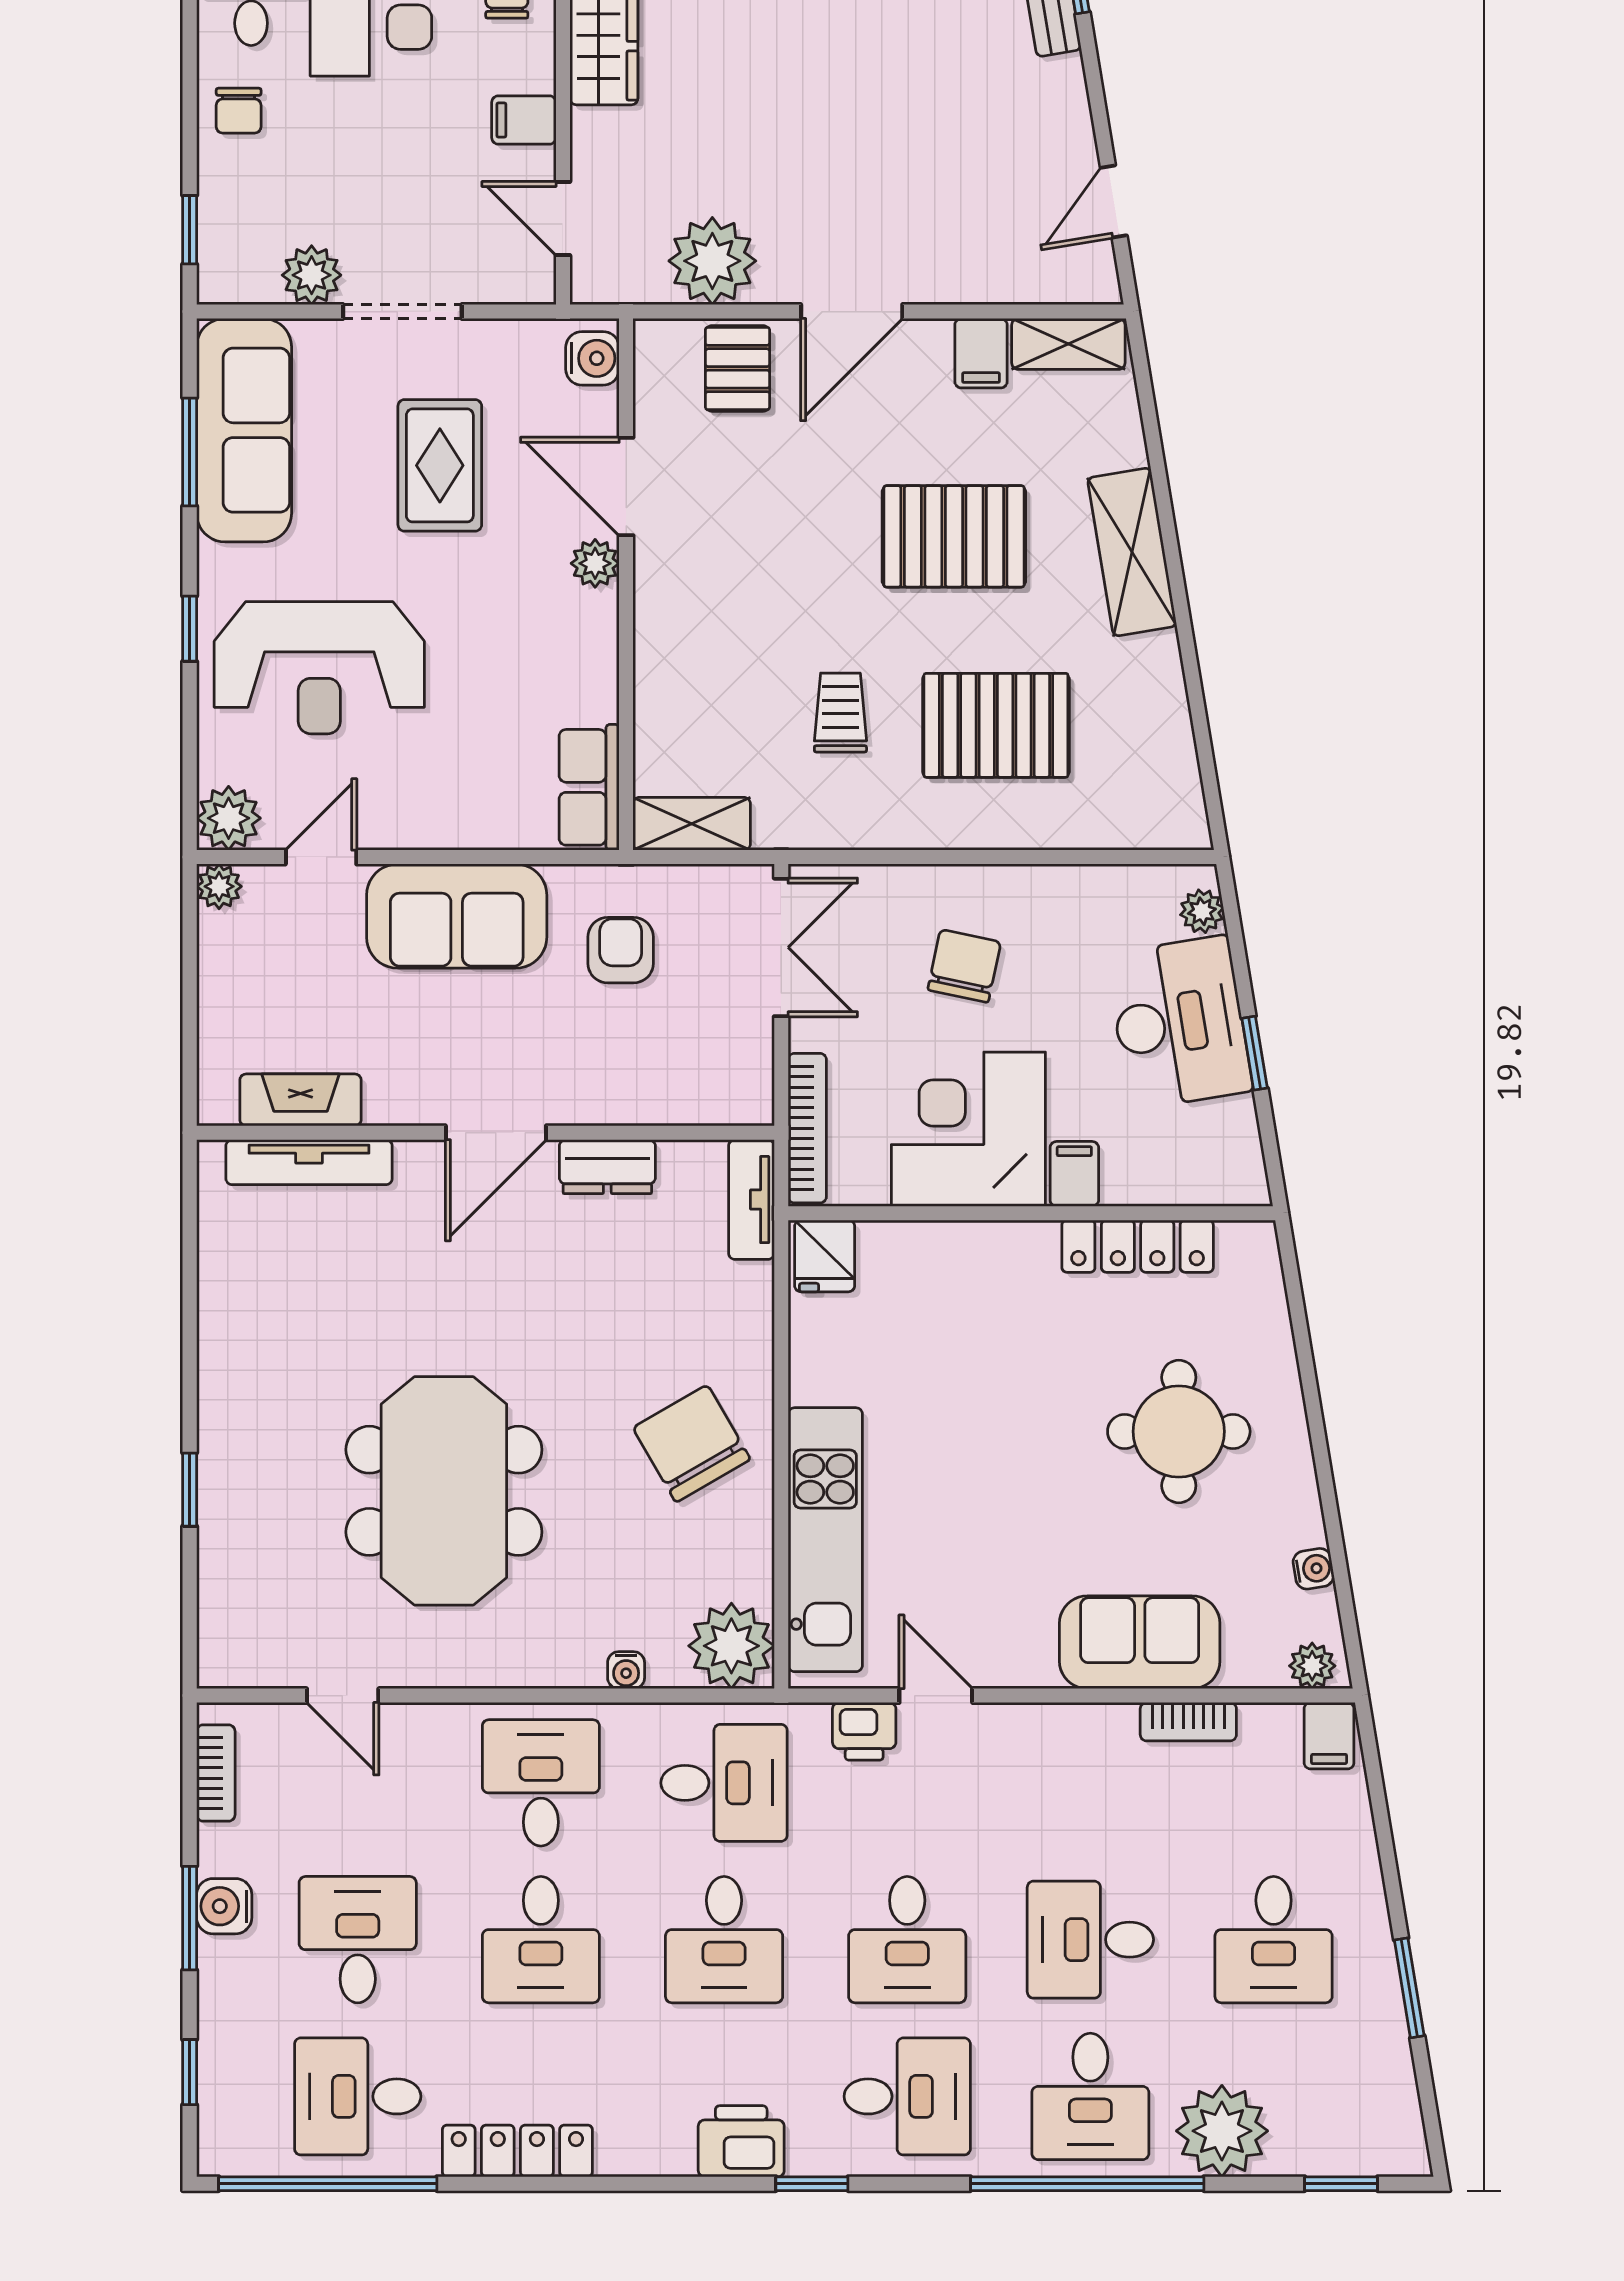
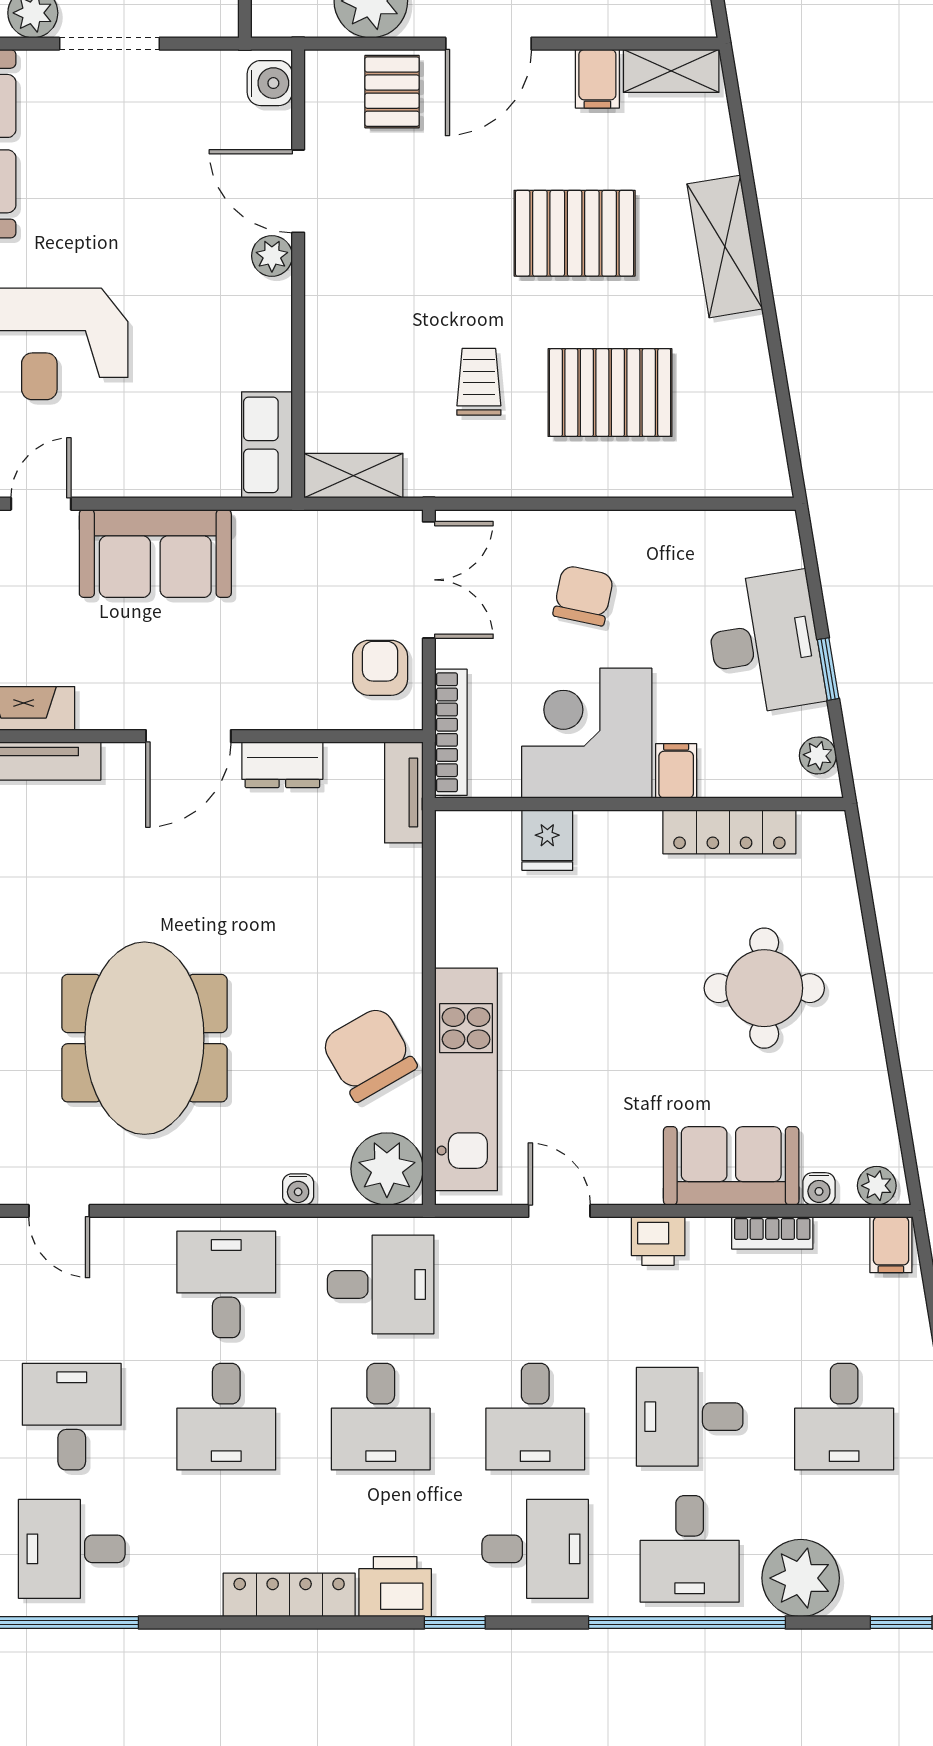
rug: (440, 465) -> (141, 173), removed
plant: (1202, 911) -> (818, 756), moved
armchair: (621, 950) -> (380, 668), moved
fridge: (825, 1256) -> (547, 840), moved
chair: (692, 1443) -> (369, 1054), moved
water cooler: (1313, 1569) -> (819, 1189), moved, turned 99
printer: (864, 1731) -> (658, 1241), moved
locker: (517, 2151) -> (289, 1595), moved

